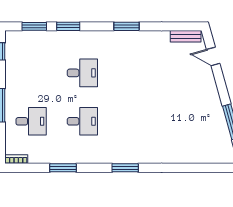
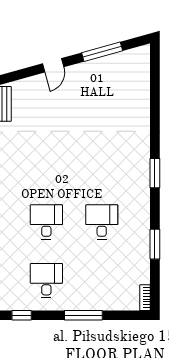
door: (213, 56) -> (53, 65), moved
desk: (31, 121) -> (46, 281), moved

